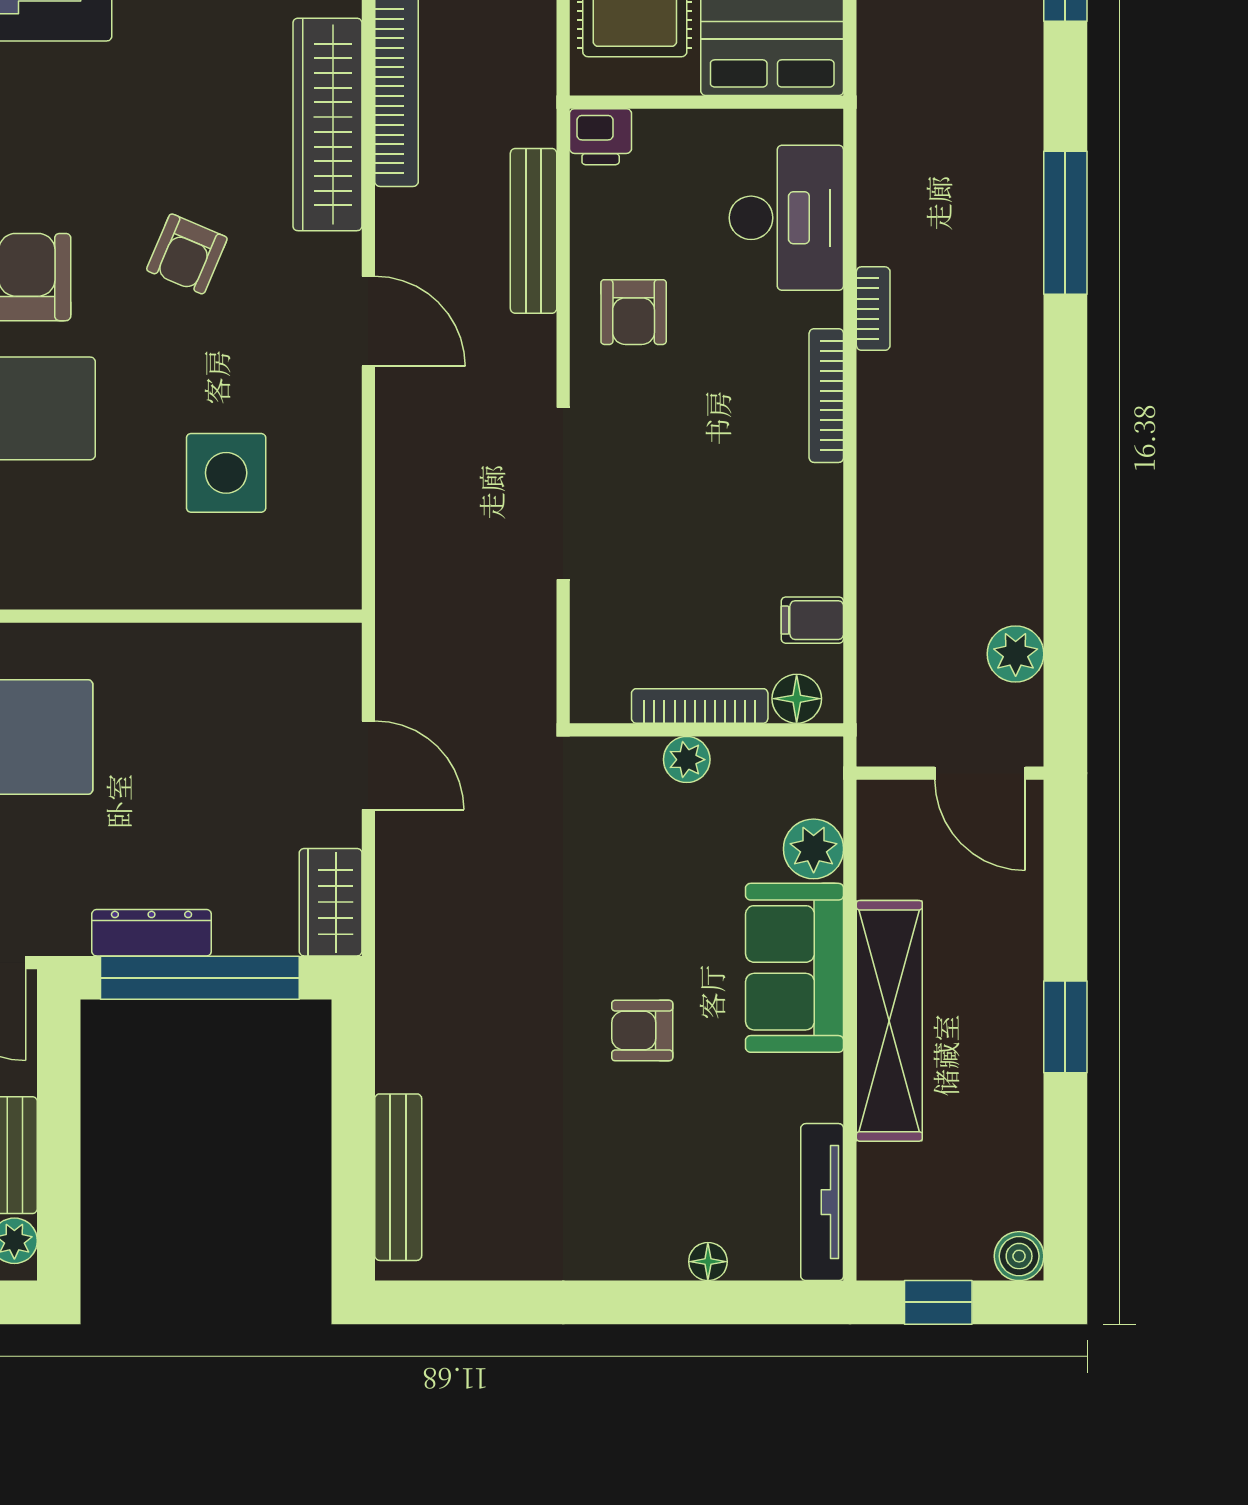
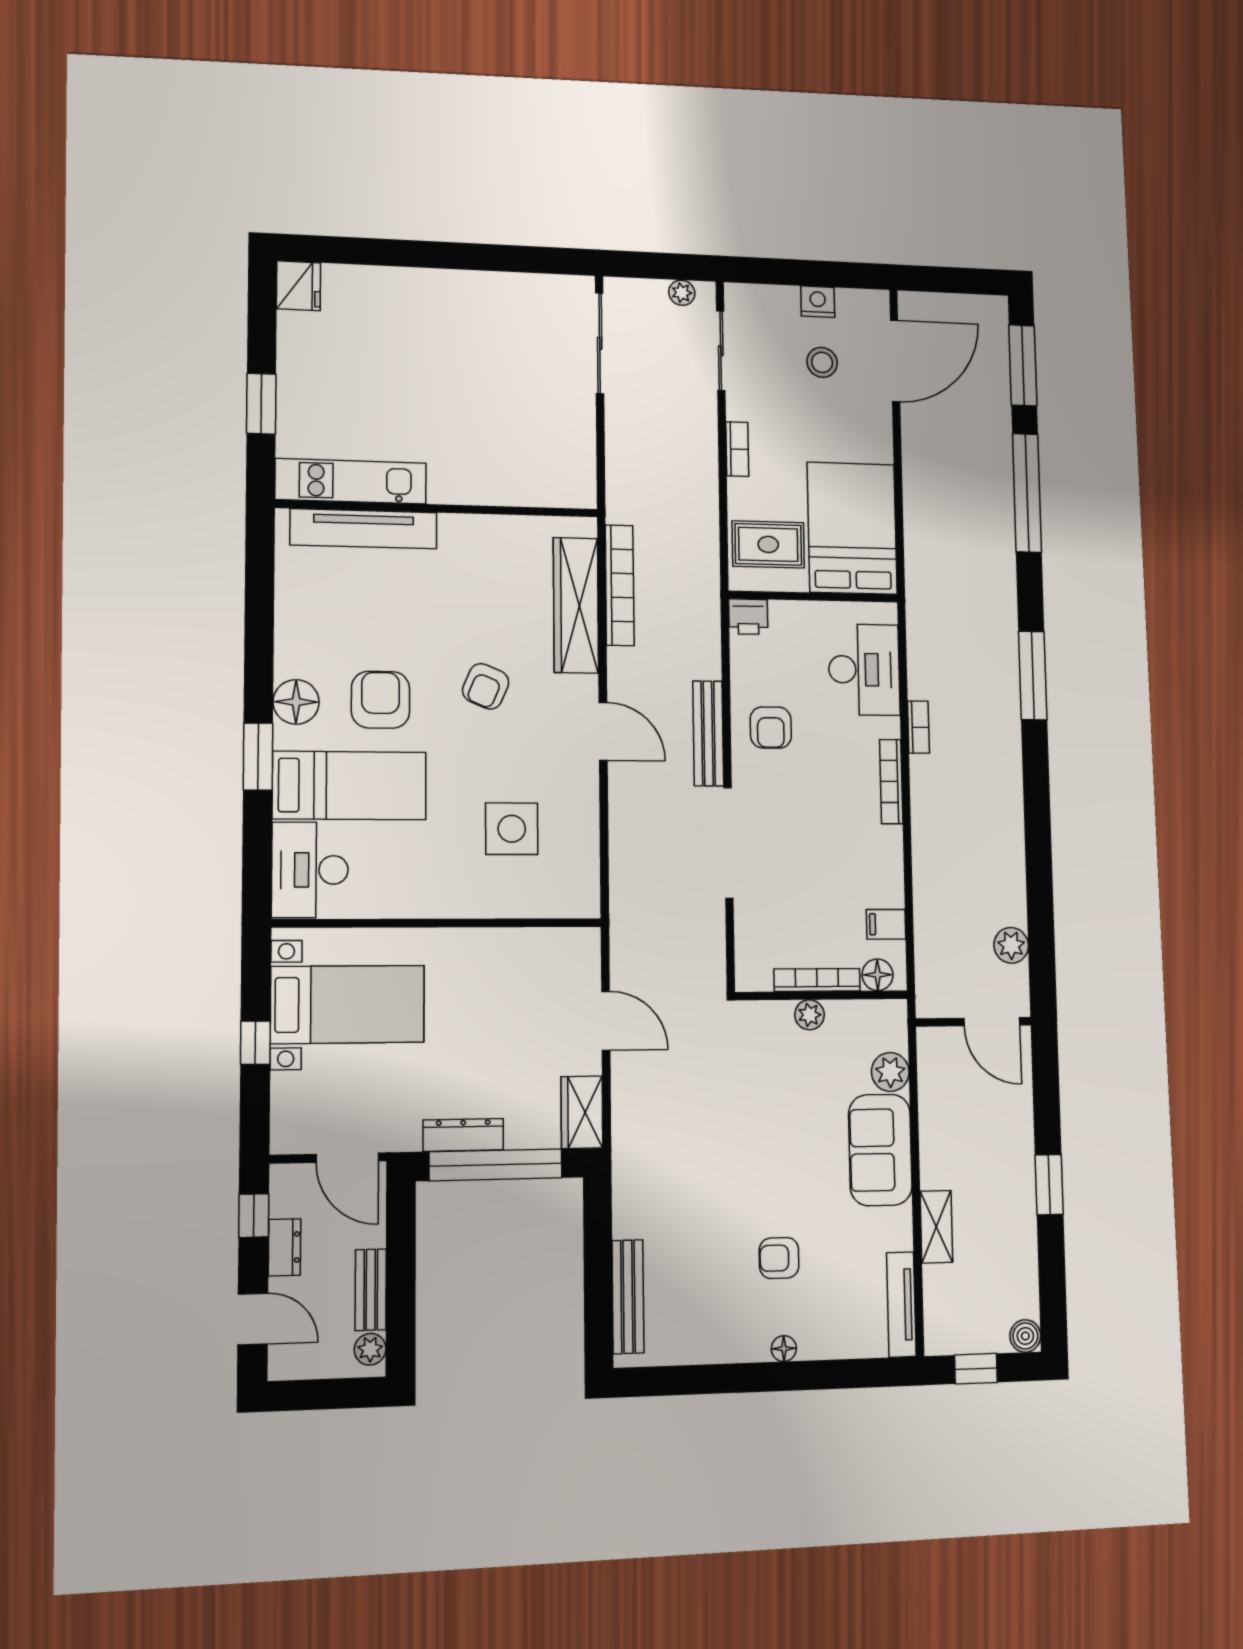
bench: (534, 231) -> (708, 733), moved
shelving: (889, 1021) -> (936, 1227), width x0.45, depth x0.75
armchair: (642, 1031) -> (779, 1258), moved
floor lamp: (708, 1262) -> (784, 1349), moved

